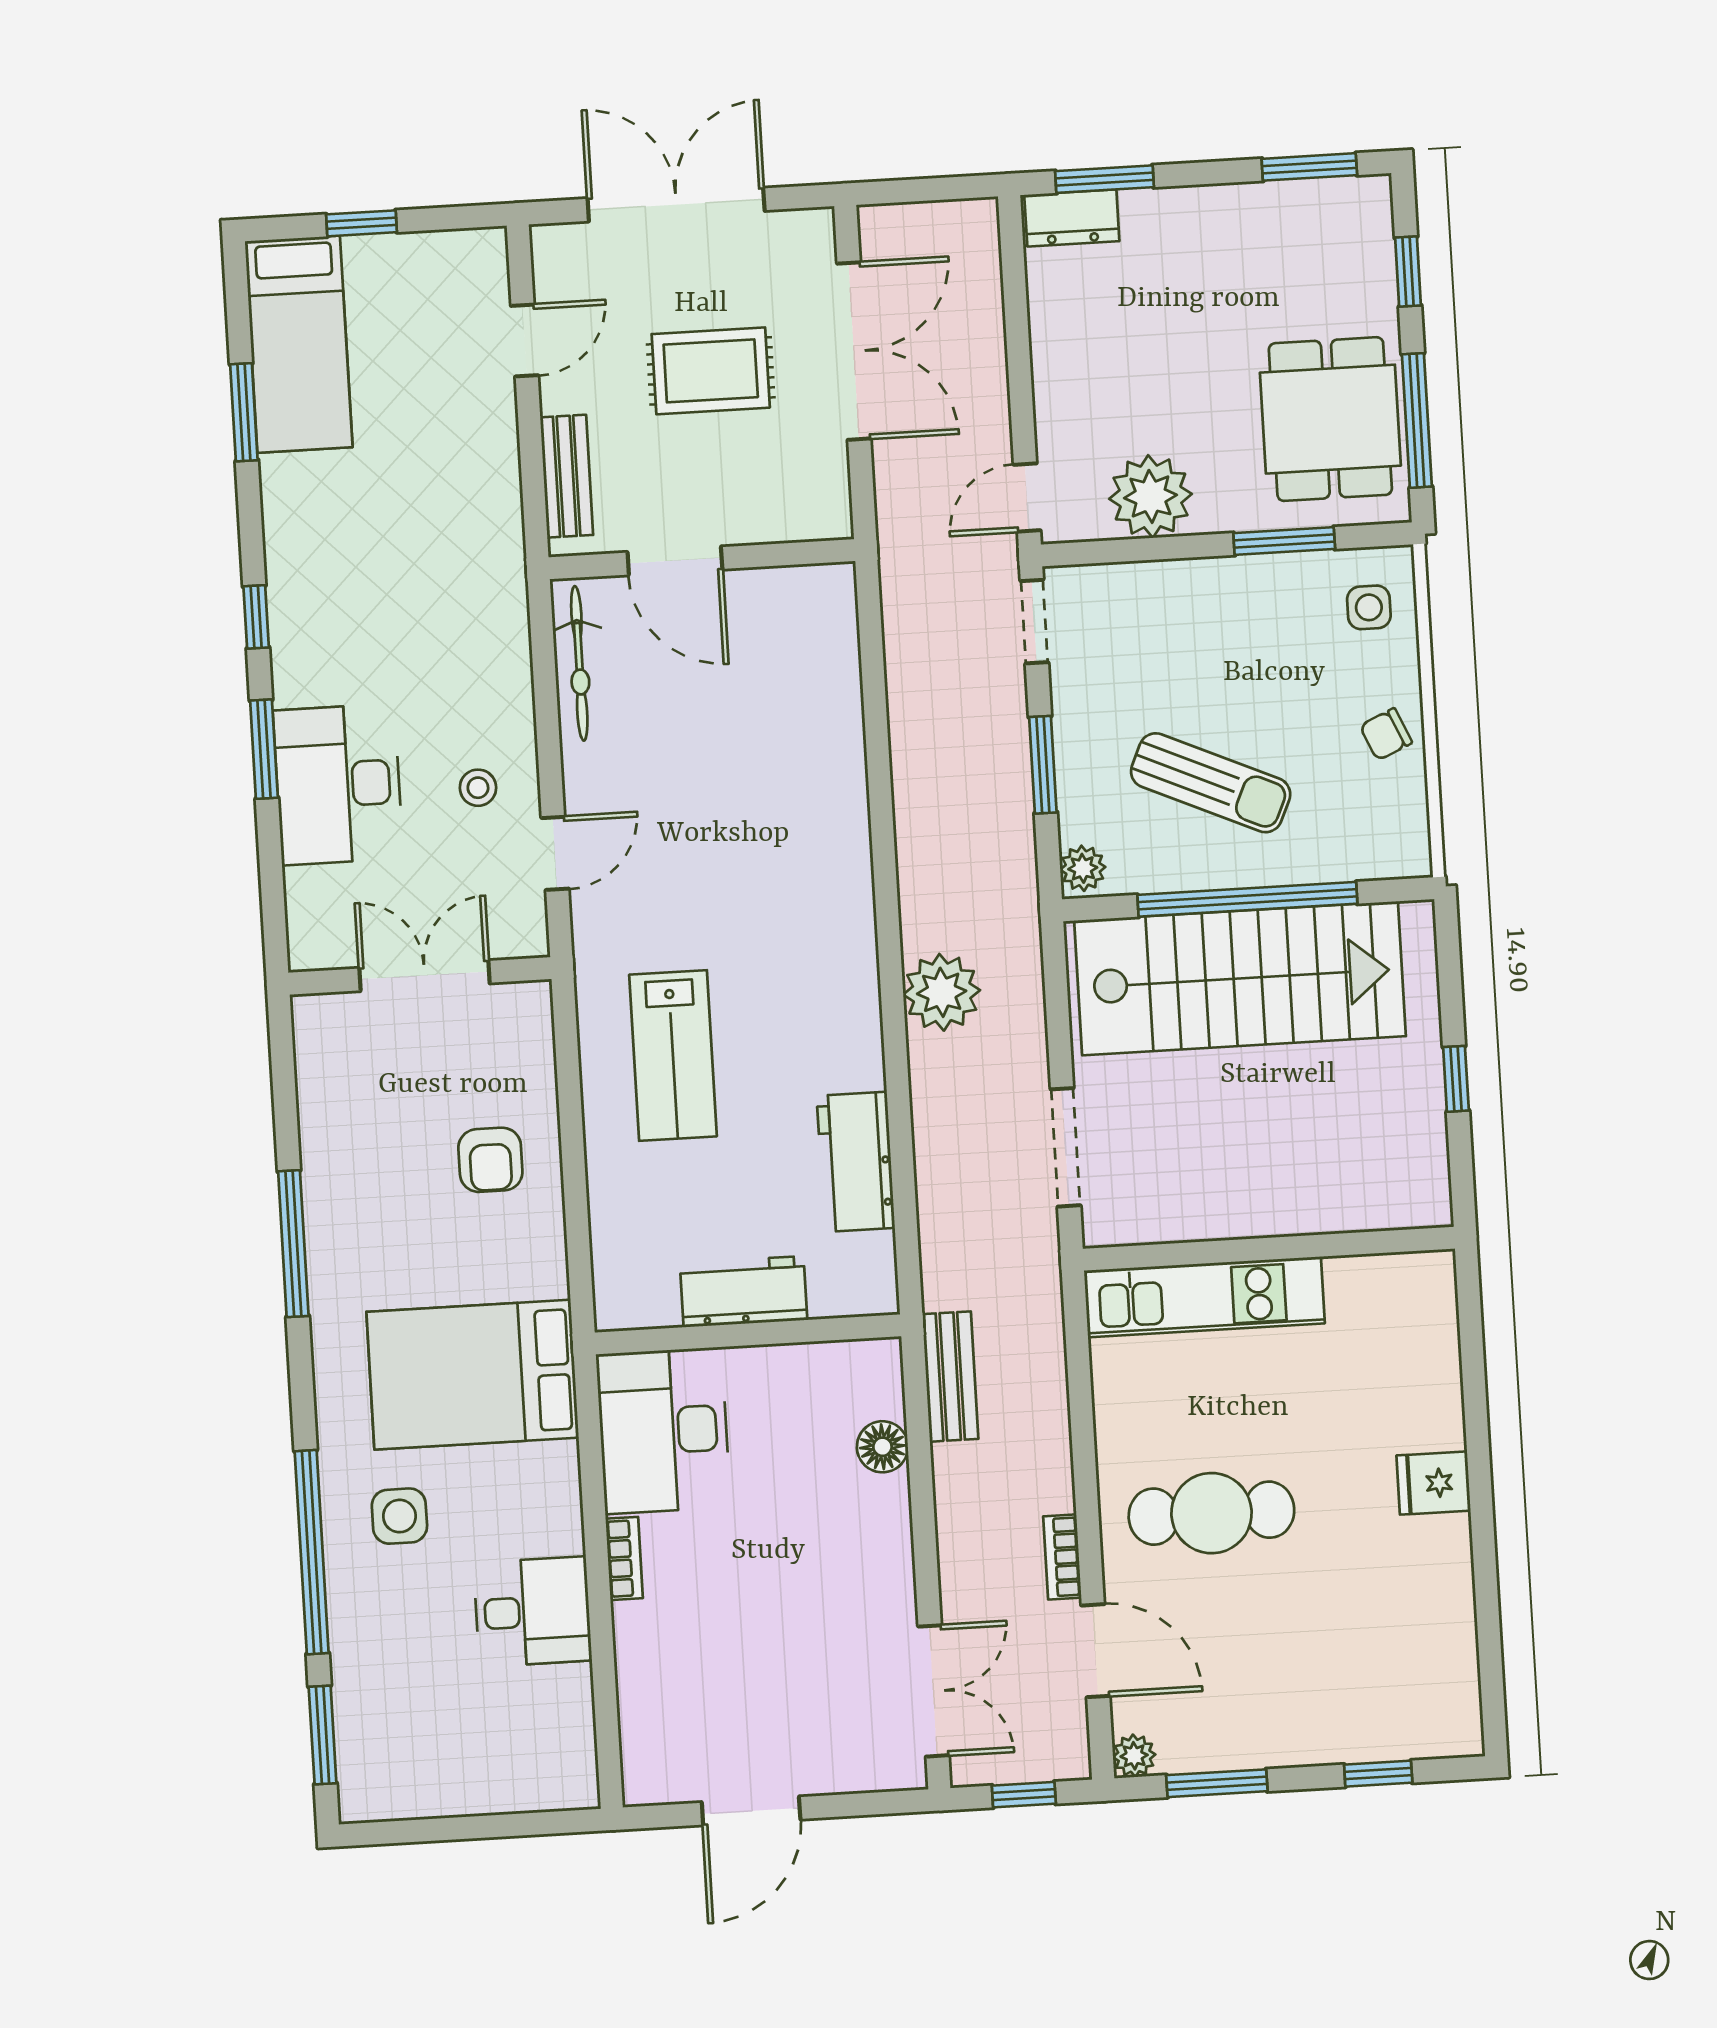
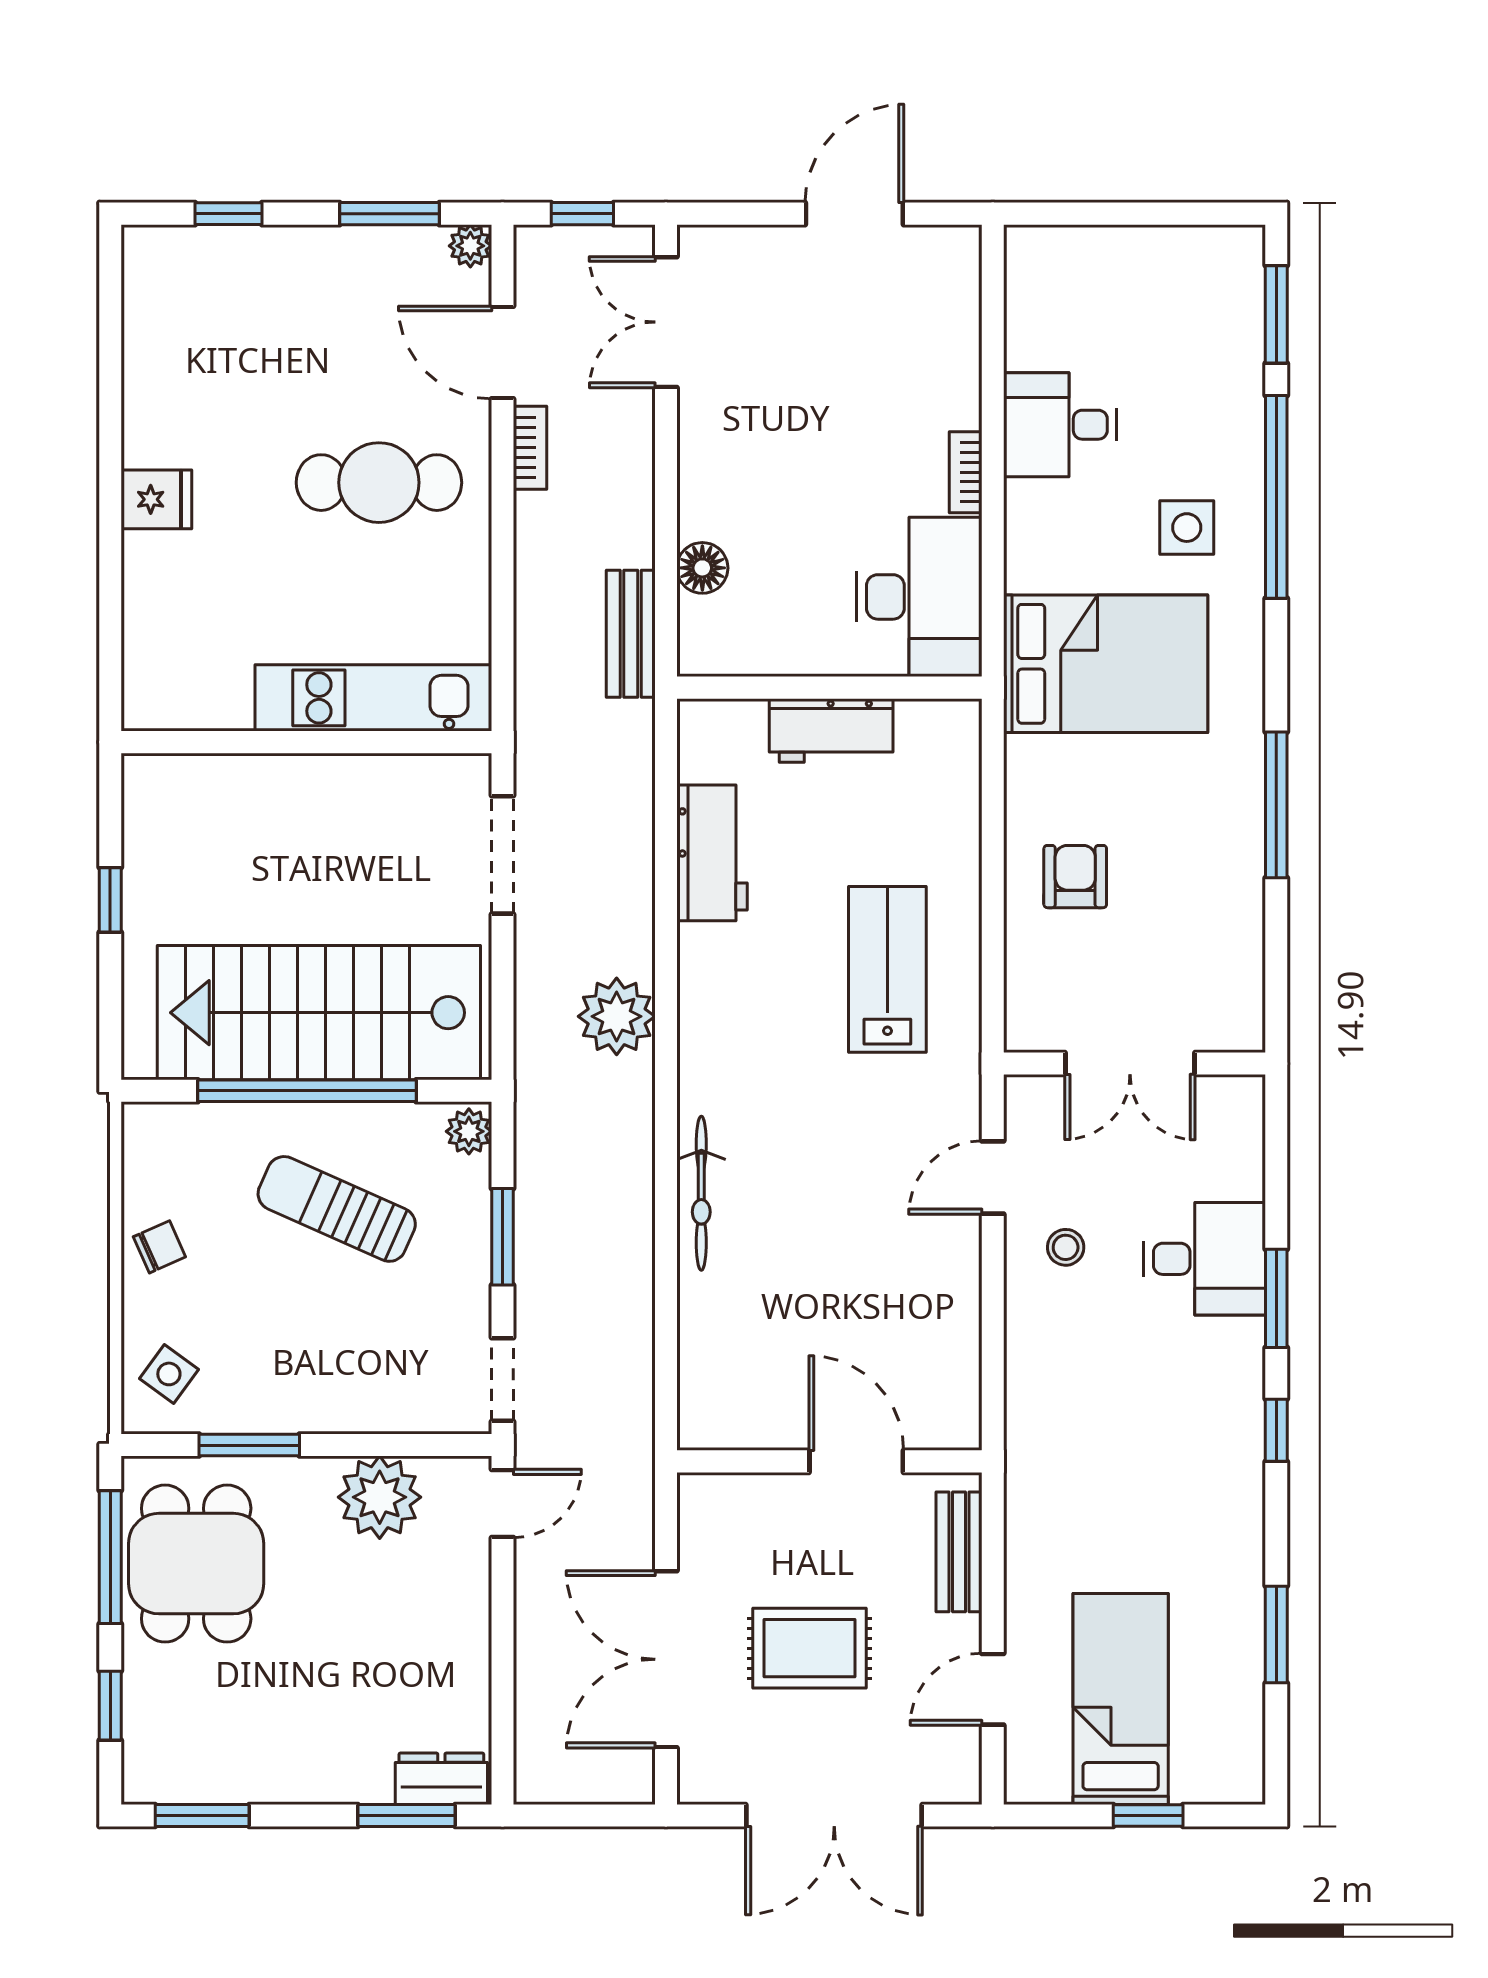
bed: (299, 344) -> (1121, 1699), moved
side table: (1369, 607) -> (169, 1374), turned 36
bicycle: (579, 663) -> (701, 1193), moved, turned 180
desk: (338, 784) -> (1205, 1259), width x0.73

